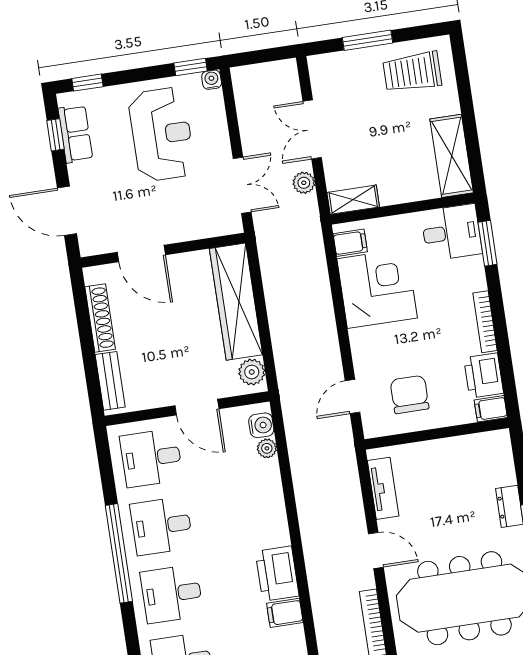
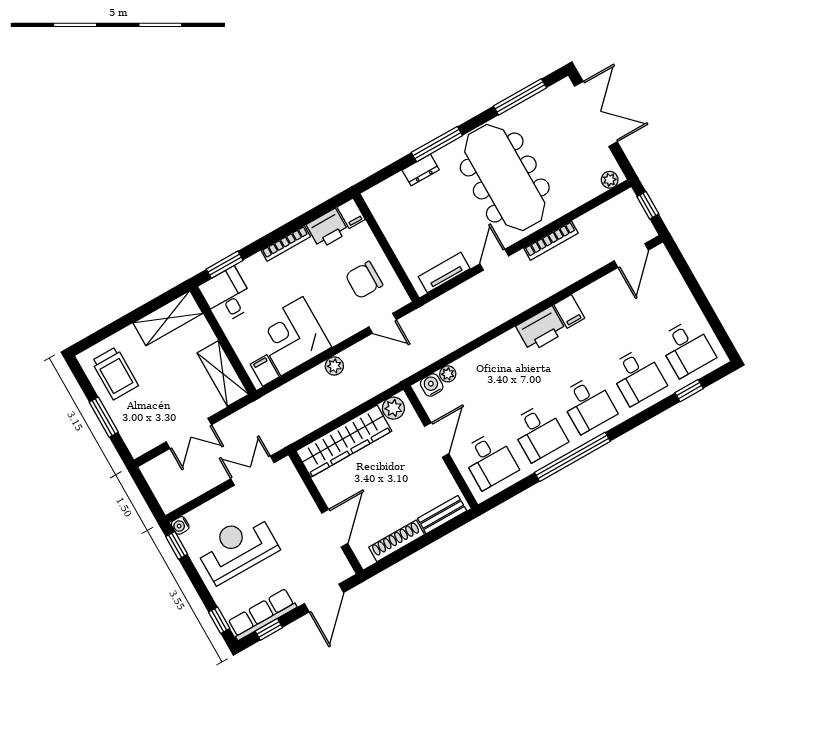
row of seats: (75, 134) -> (262, 614), width x1.48
plant: (304, 183) -> (334, 366), moved
shelving: (353, 200) -> (223, 374), width x1.50, depth x1.33

